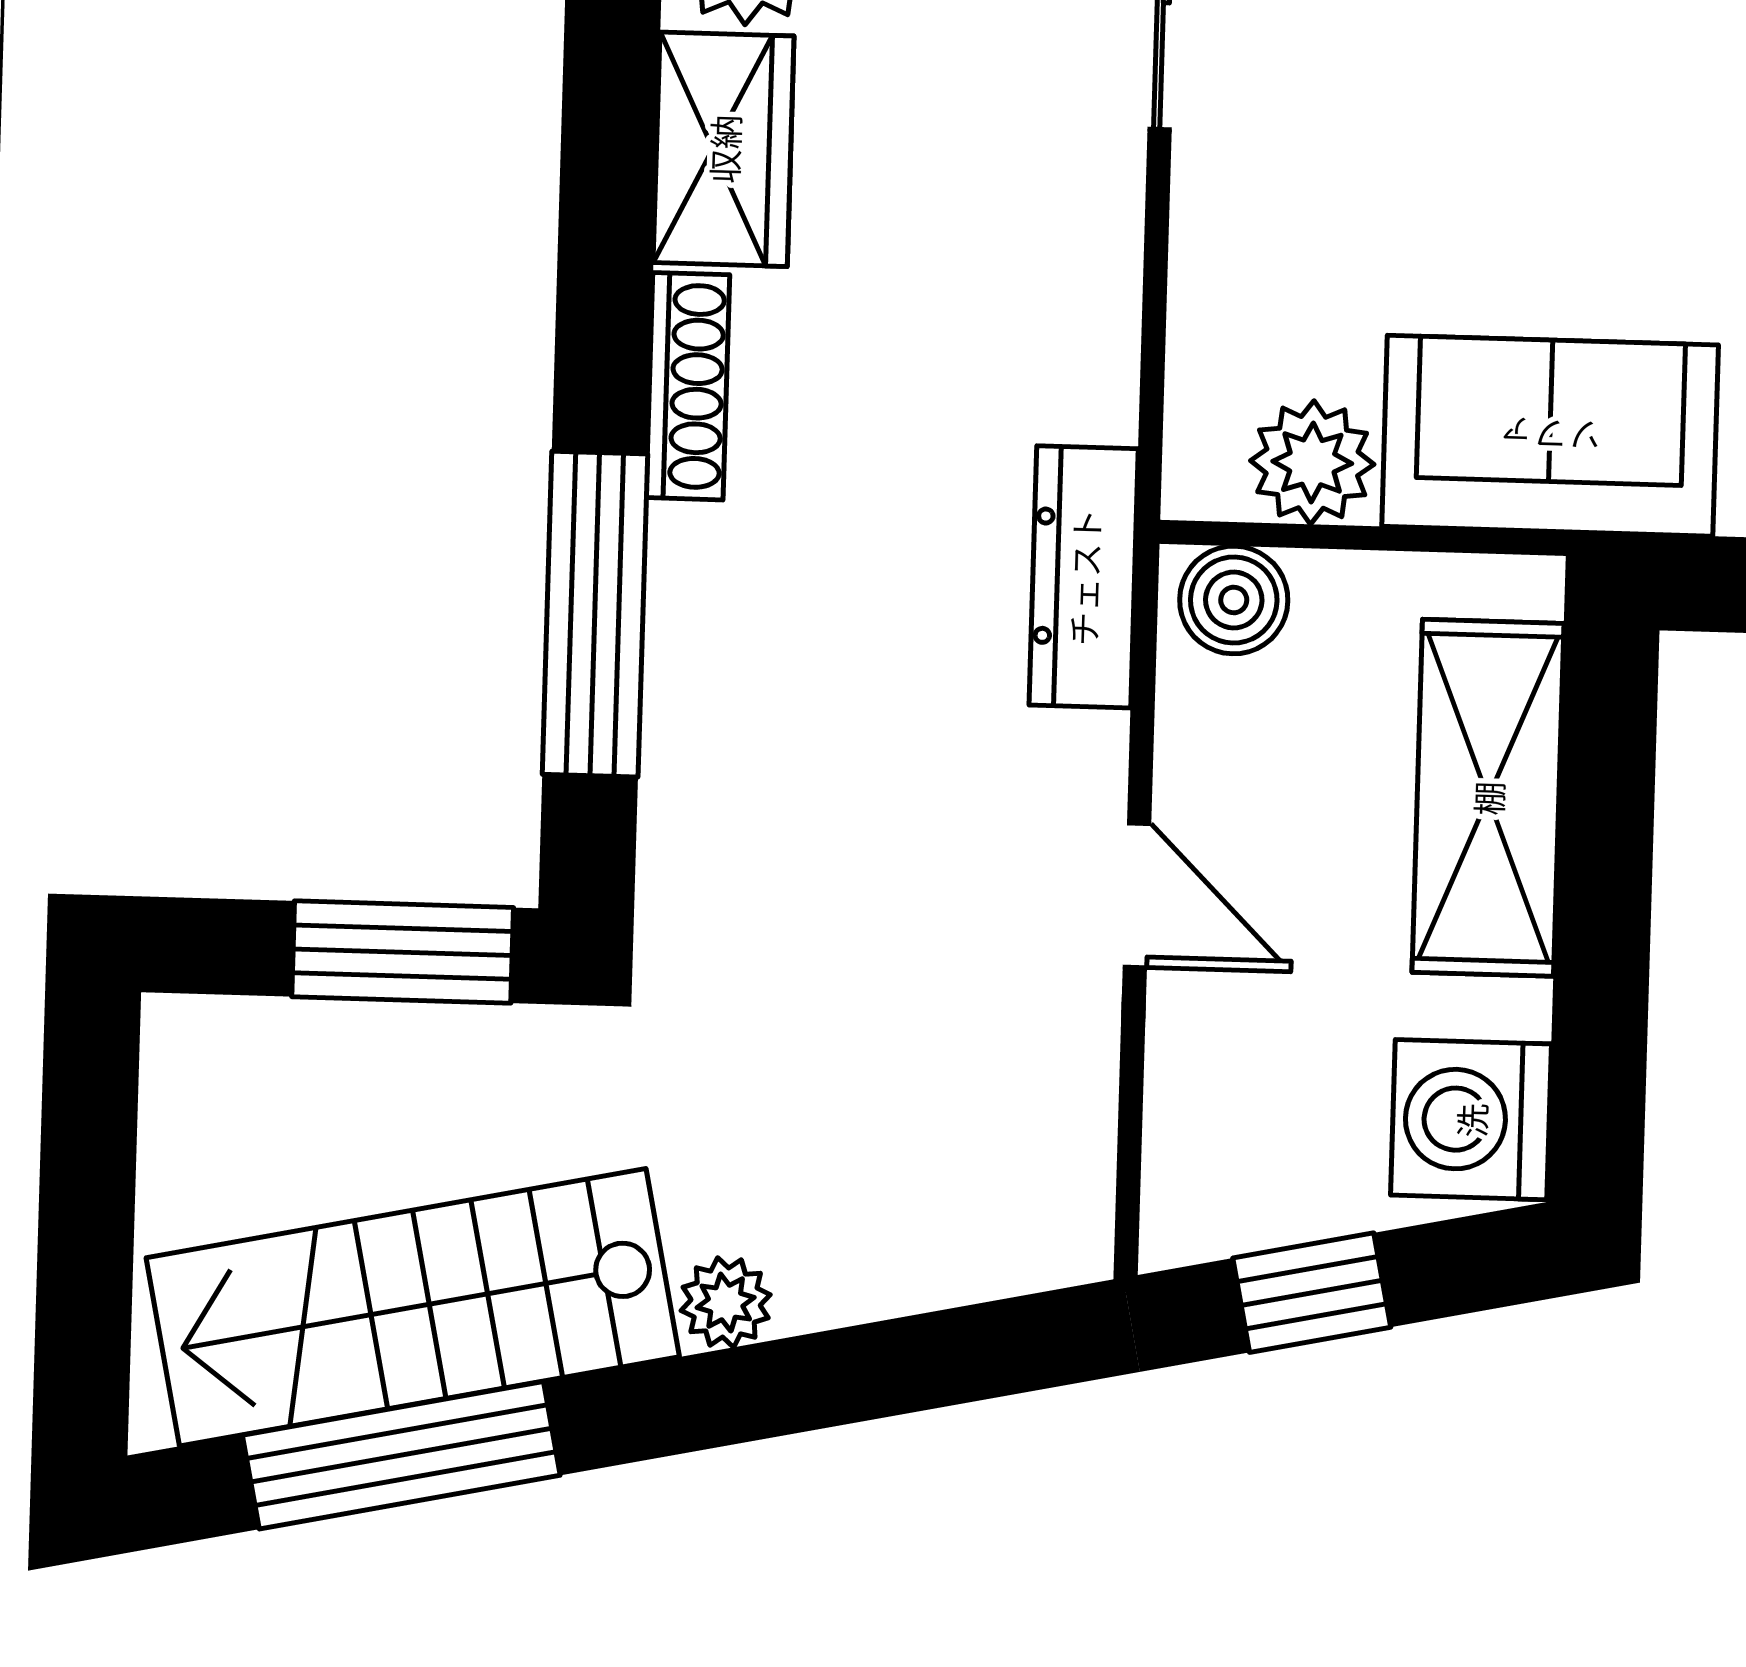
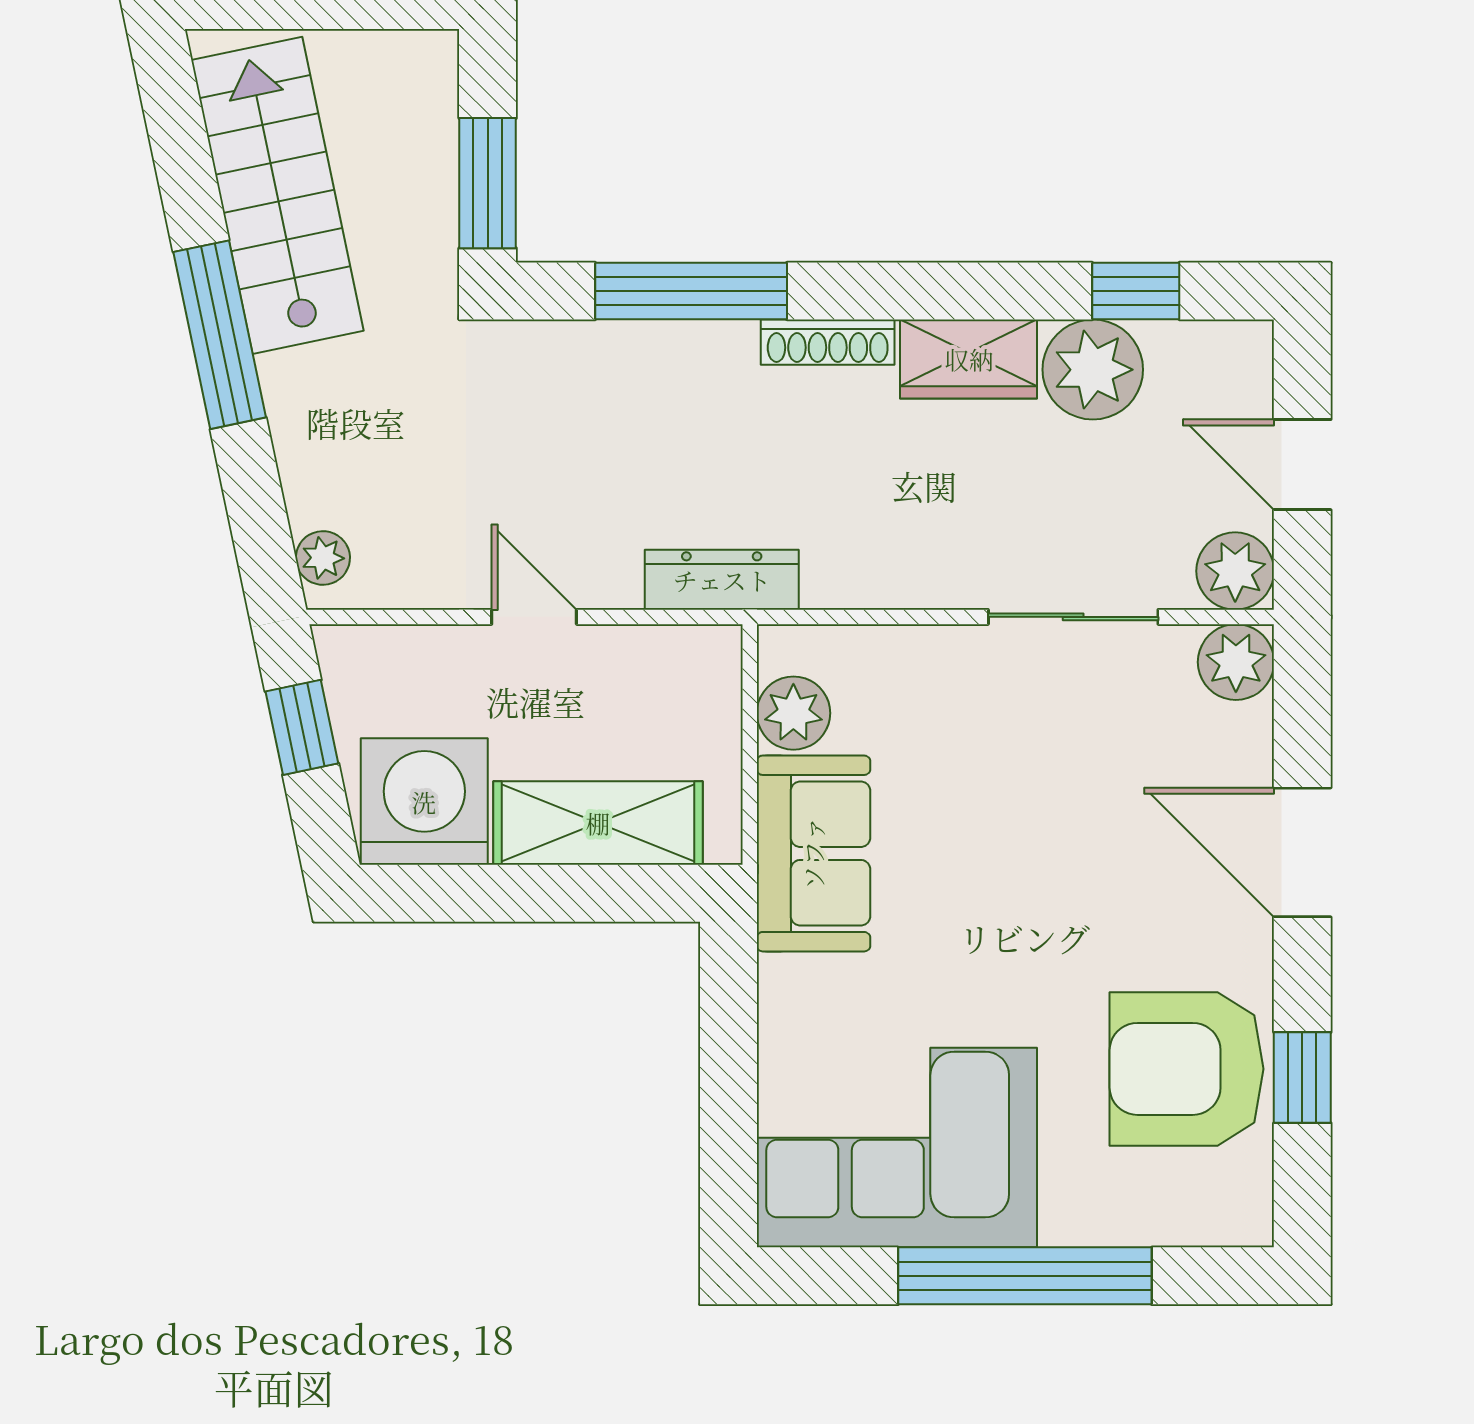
boiler: (1234, 600) -> (711, 669), removed
door: (1137, 895) -> (534, 617), swing flipped
washing machine: (1471, 1120) -> (424, 802), width x1.37, depth x1.37
plant: (726, 1303) -> (323, 558), moved
window: (401, 1455) -> (220, 335), moved

